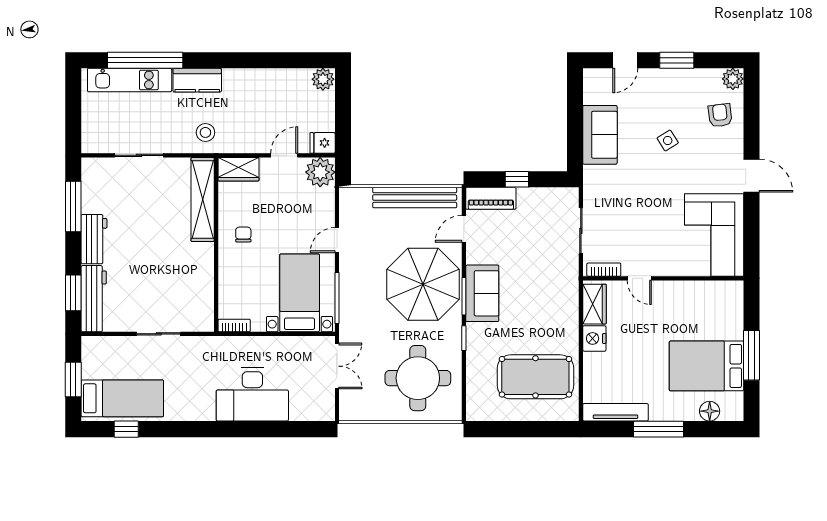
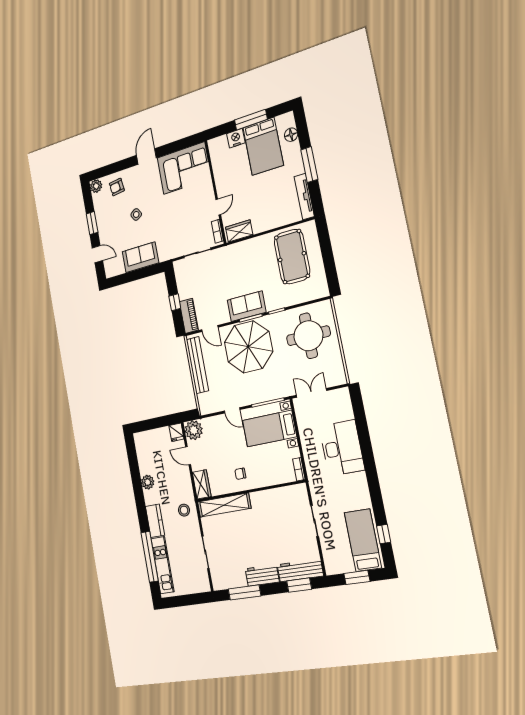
plant: (323, 79) -> (148, 482), moved
nightstand: (594, 338) -> (236, 138), moved, turned 180

